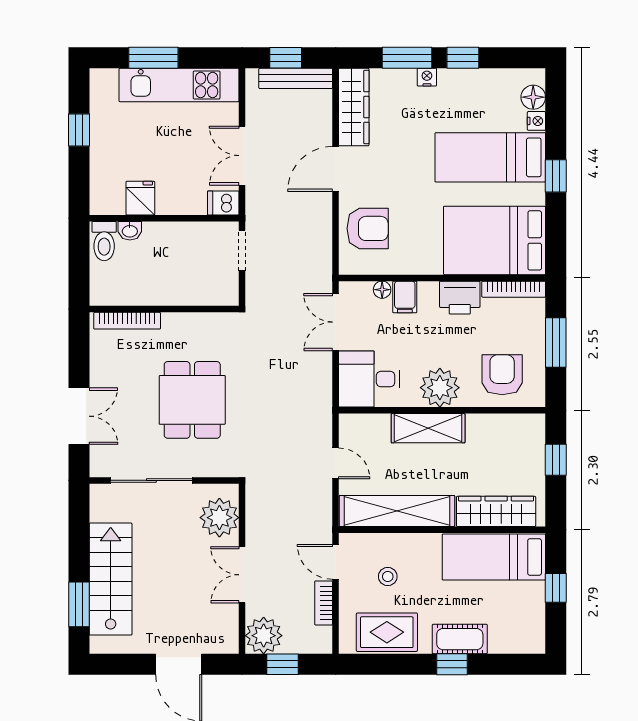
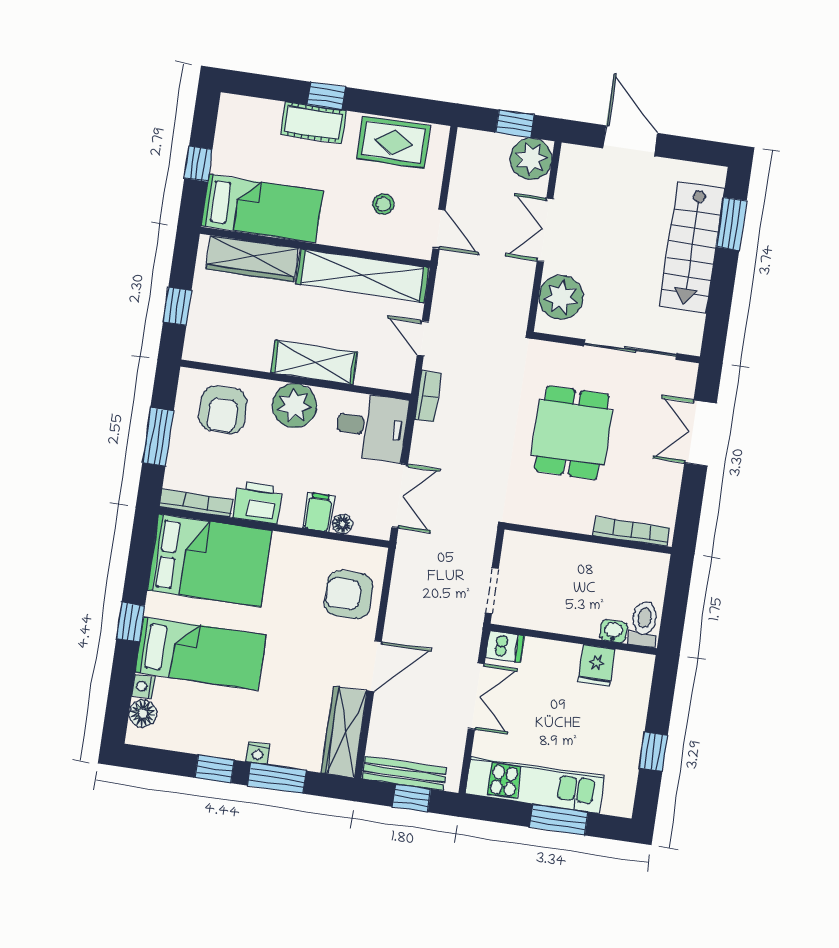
double door: (242, 575) -> (545, 230), swing flipped
bookcase: (324, 603) -> (428, 396), moved

